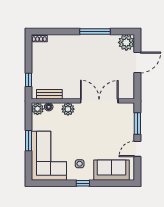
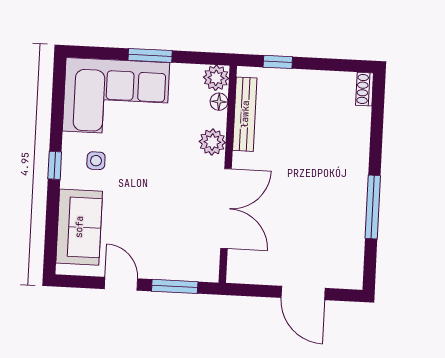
plant: (126, 42) -> (346, 272), removed
bench: (49, 94) -> (245, 114), width x1.36

